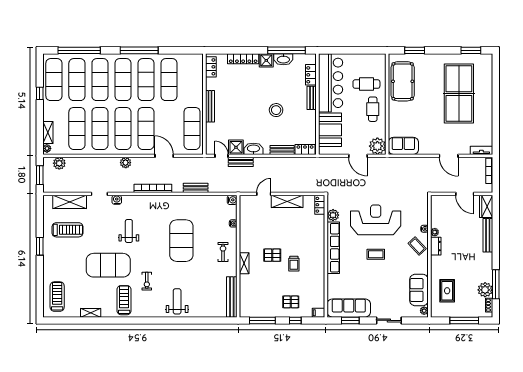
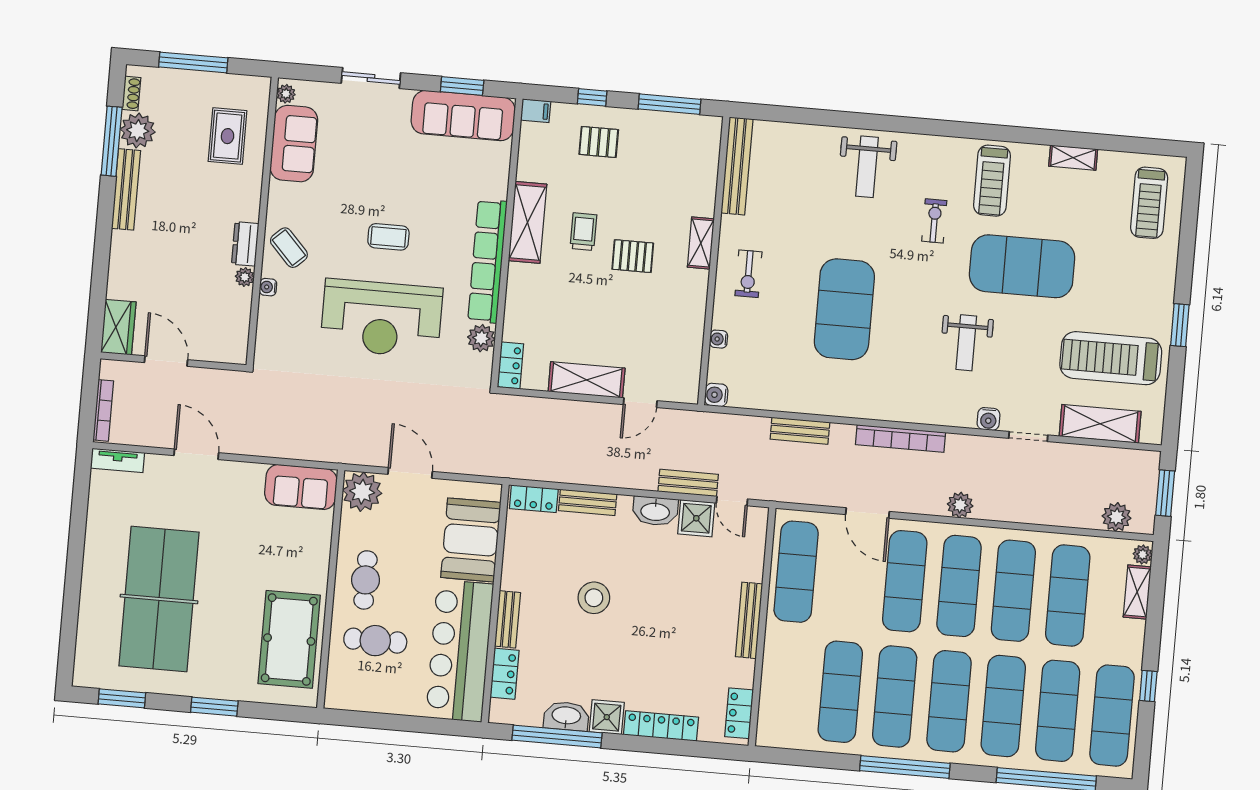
window: (415, 50) -> (214, 707), moved
treadmill: (68, 230) -> (1111, 358), width x1.37, depth x1.38
bench: (488, 235) -> (126, 189), moved
shelving: (318, 265) -> (527, 222), added

